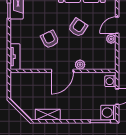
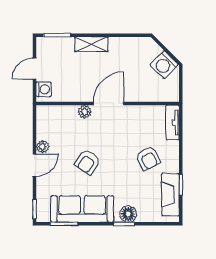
armchair: (50, 39) -> (148, 158), moved
washing machine: (108, 113) -> (164, 65), moved, turned 135
shelving: (48, 115) -> (91, 44), moved

